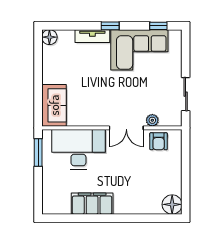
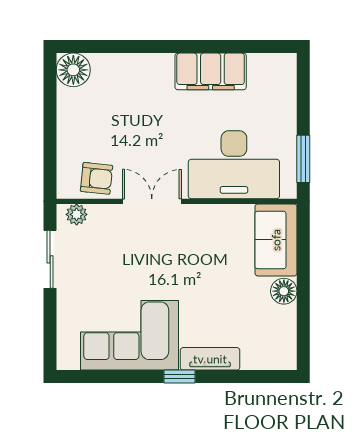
window: (158, 26) -> (97, 377), removed
floor lamp: (49, 37) -> (284, 291), moved
plant: (152, 120) -> (77, 214), moved
armchair: (159, 141) -> (96, 178), turned 96

